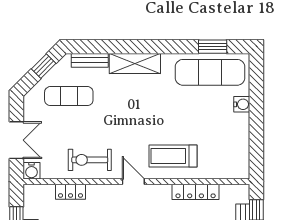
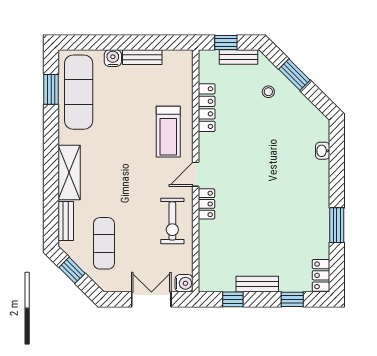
bench: (243, 132) -> (142, 57), added
locker: (71, 192) -> (206, 204), moved

